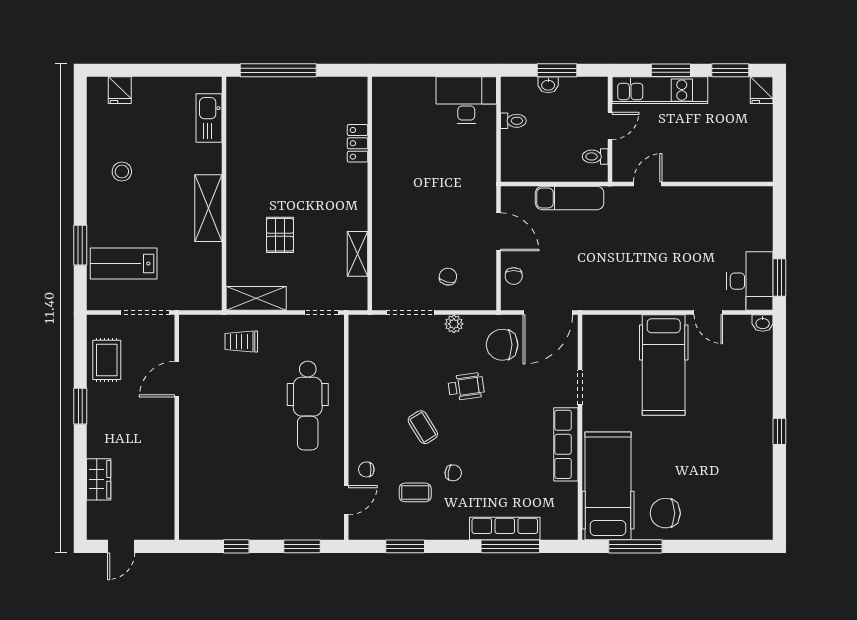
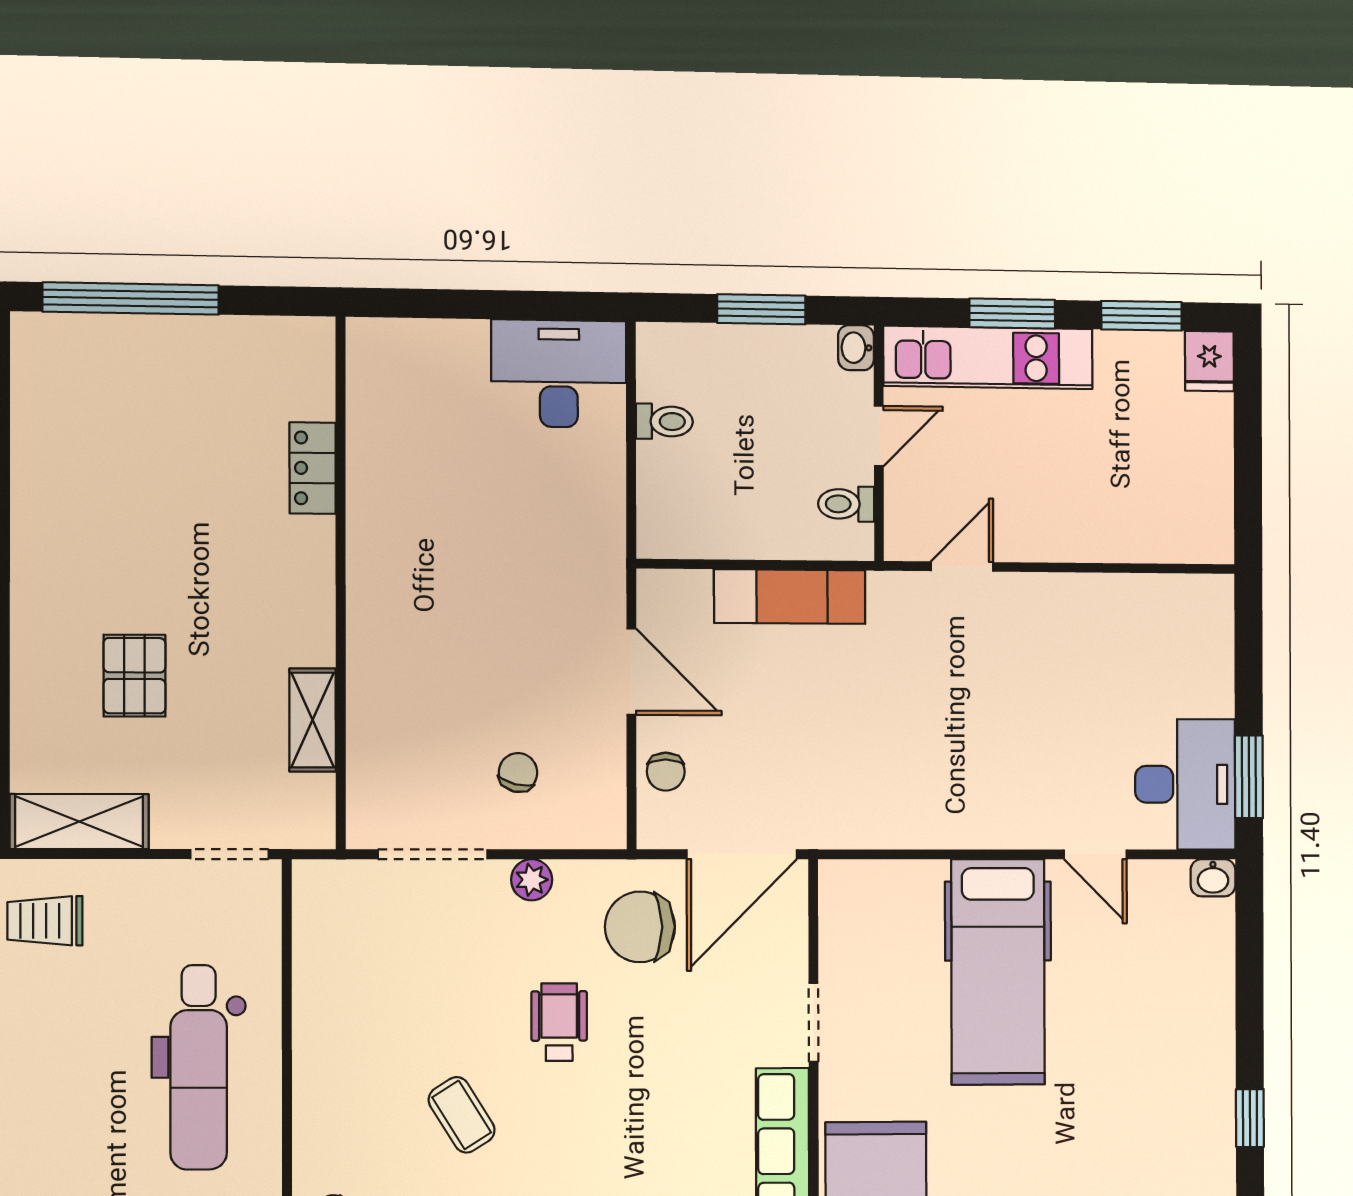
washbasin: (548, 85) -> (856, 348), moved, turned 90
wheelchair: (466, 387) -> (559, 1022), turned -82

